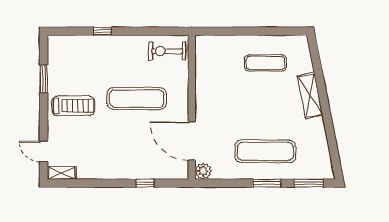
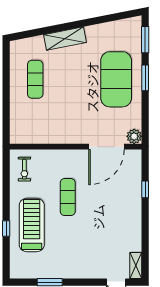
exercise bike: (167, 51) -> (24, 169), width x0.73, depth x0.72
exercise mat: (137, 99) -> (68, 197), width x0.73, depth x0.69
treadmill: (73, 106) -> (32, 225), moved, width x1.37, depth x1.38
exercise mat: (265, 151) -> (116, 79), width x1.47

